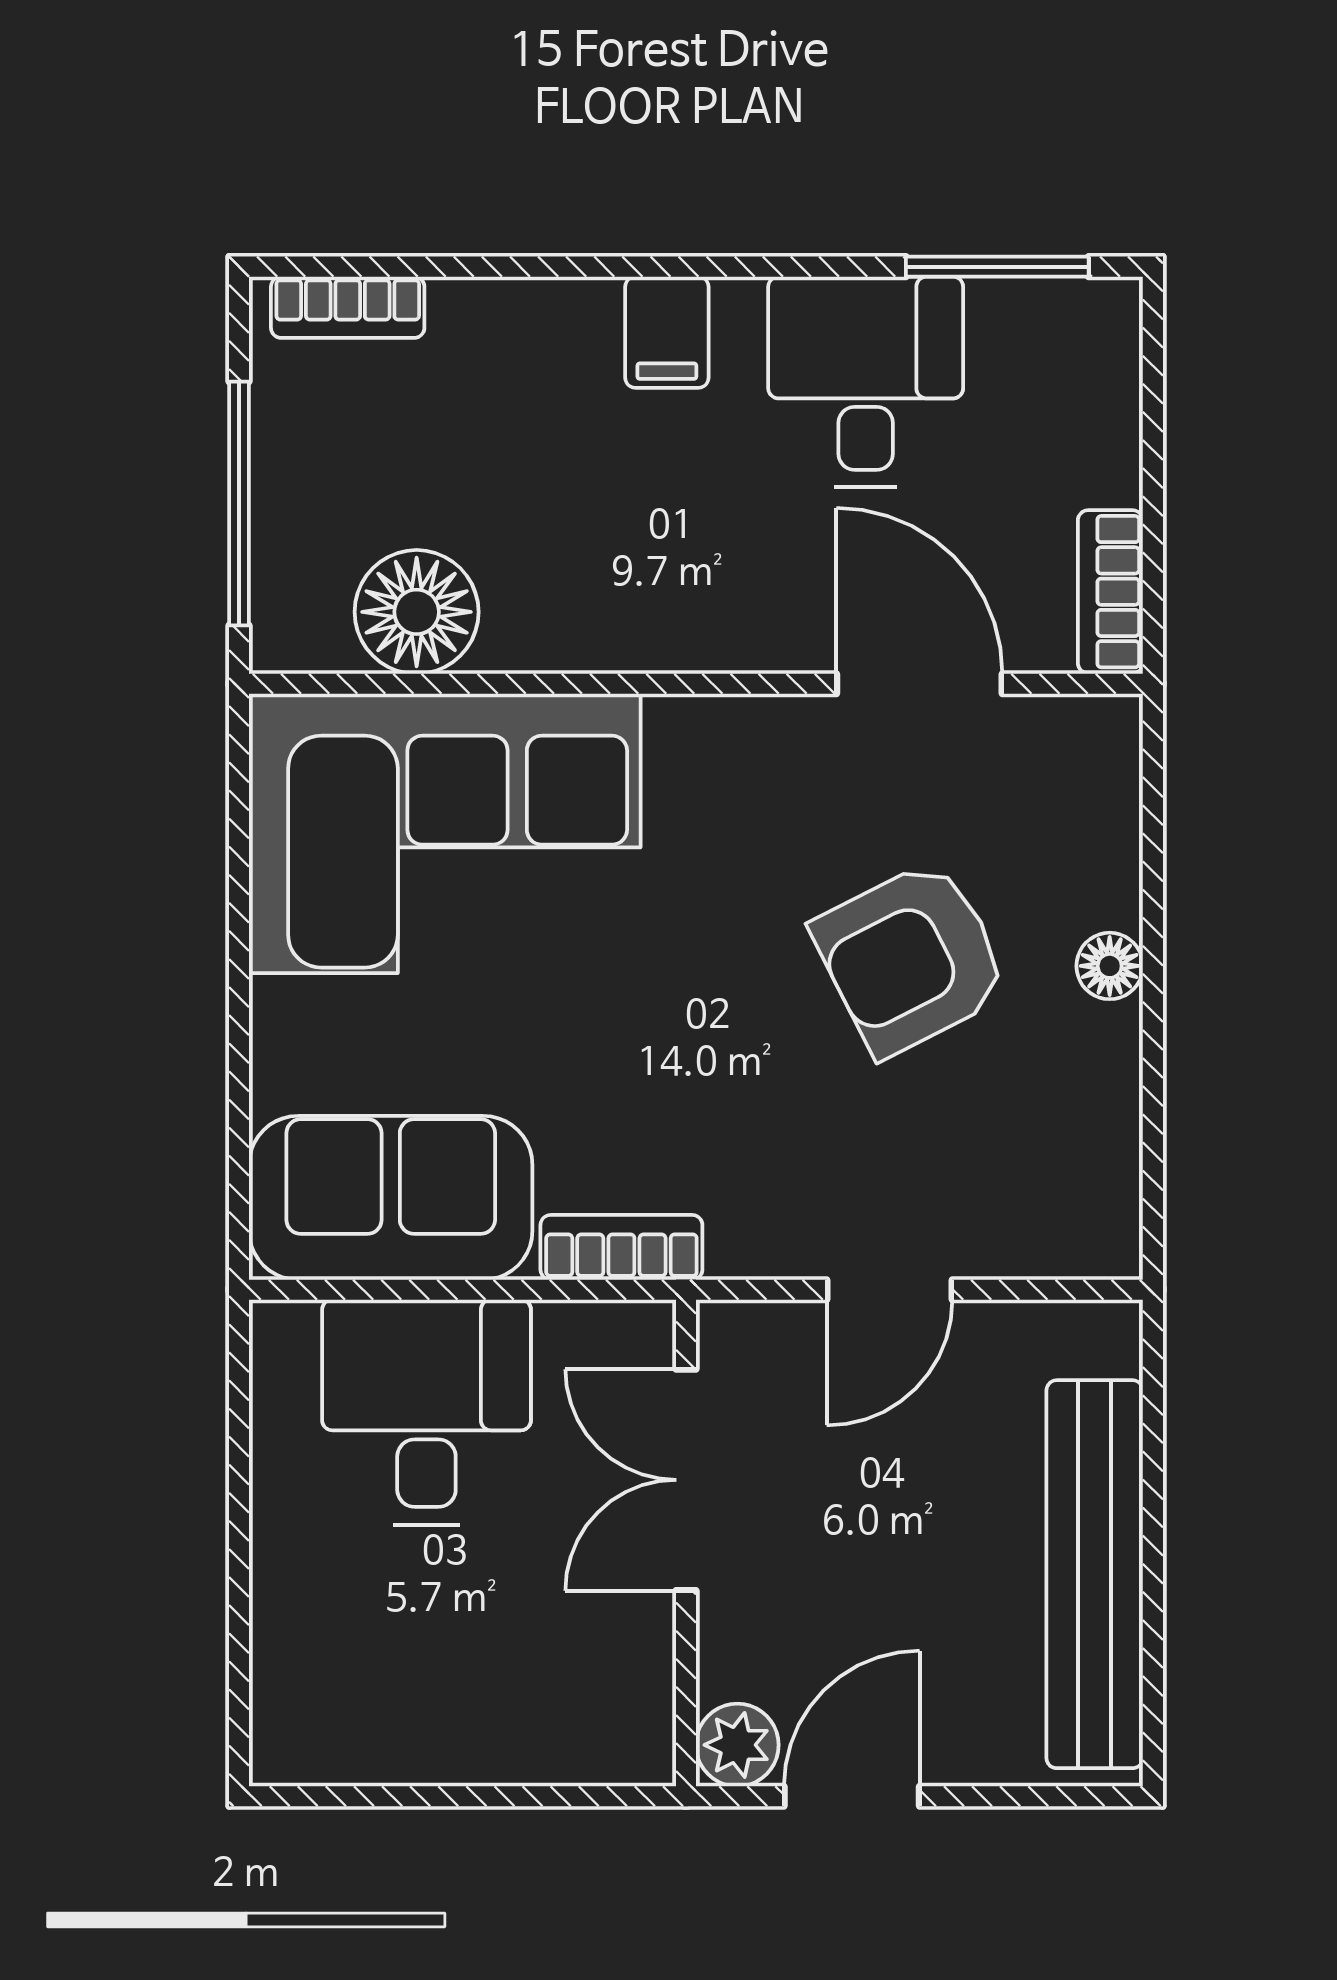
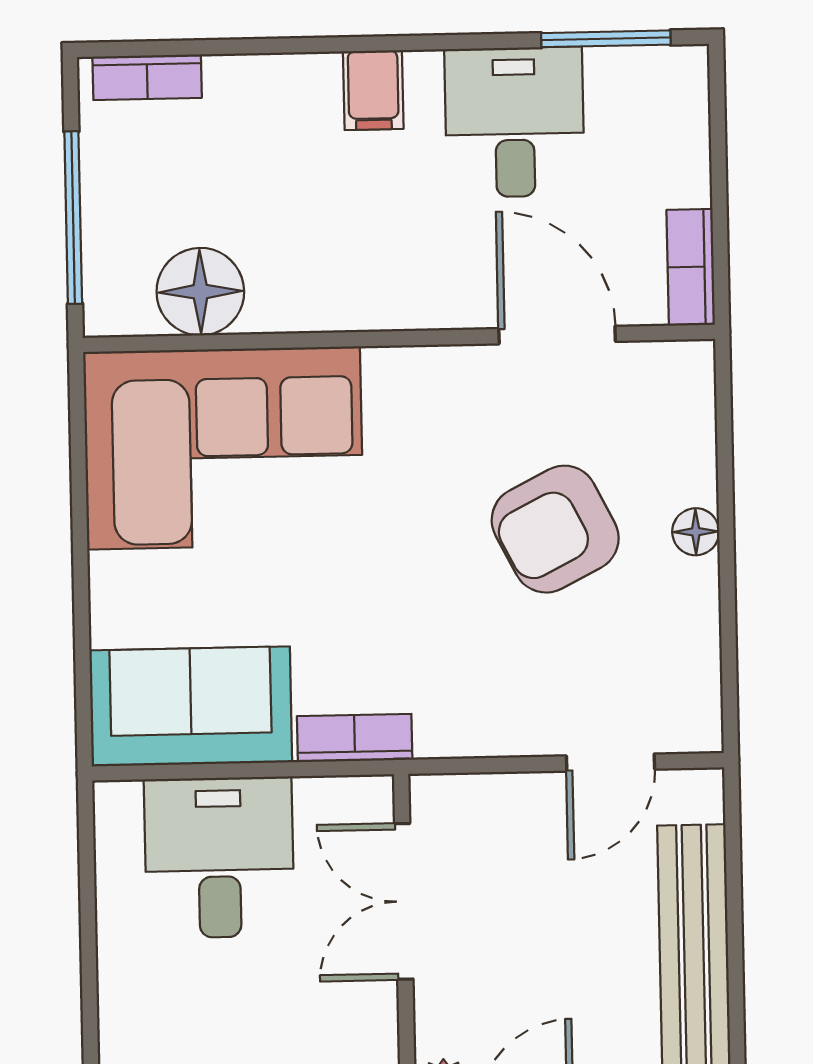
door: (890, 1290) -> (610, 763), moved

